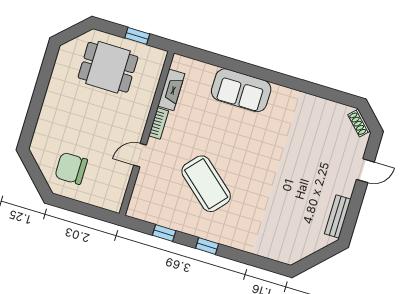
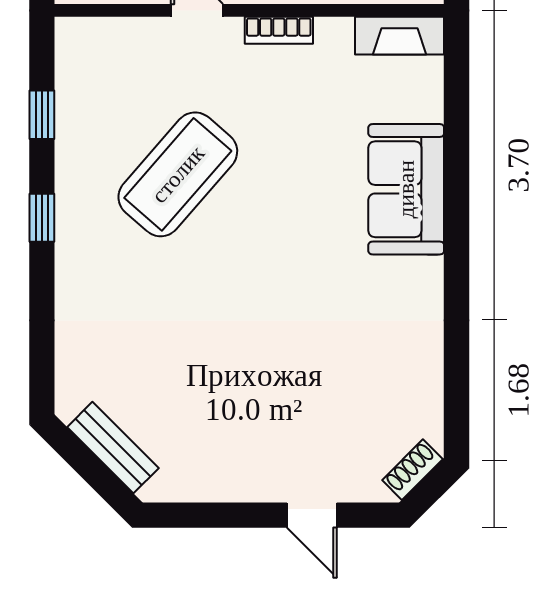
fireplace: (171, 90) -> (399, 36), moved
bench: (338, 216) -> (113, 448), moved, turned 45

